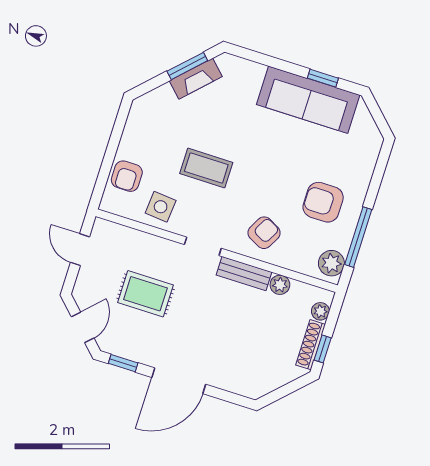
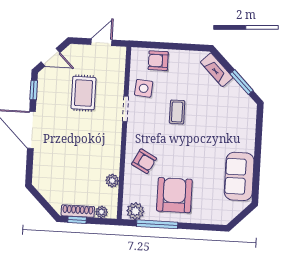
window: (323, 78) -> (256, 174), removed
fireplace: (196, 79) -> (217, 70), moved
sofa: (308, 100) -> (239, 176), width x0.73
coffee table: (206, 168) -> (177, 112), width x0.73, depth x0.77
armchair: (323, 202) -> (174, 195), width x1.36, depth x1.36
doorway: (203, 246) -> (125, 109), moved
bench: (244, 274) -> (114, 155), removed

